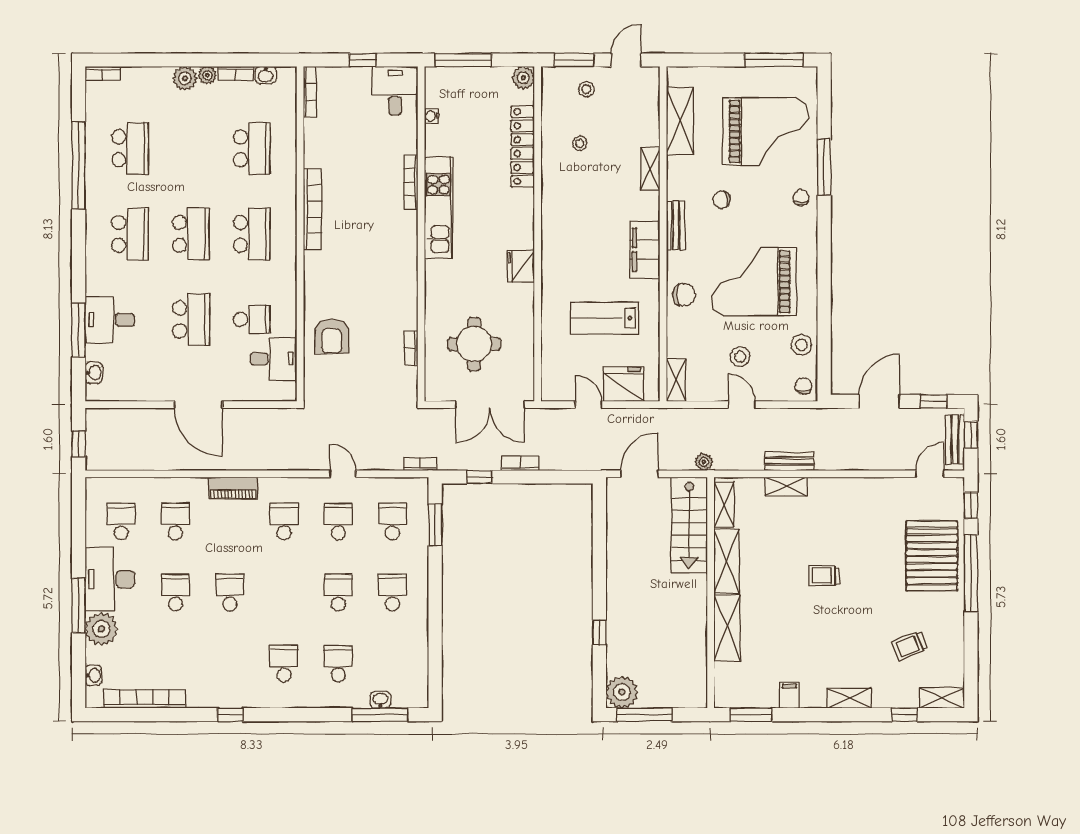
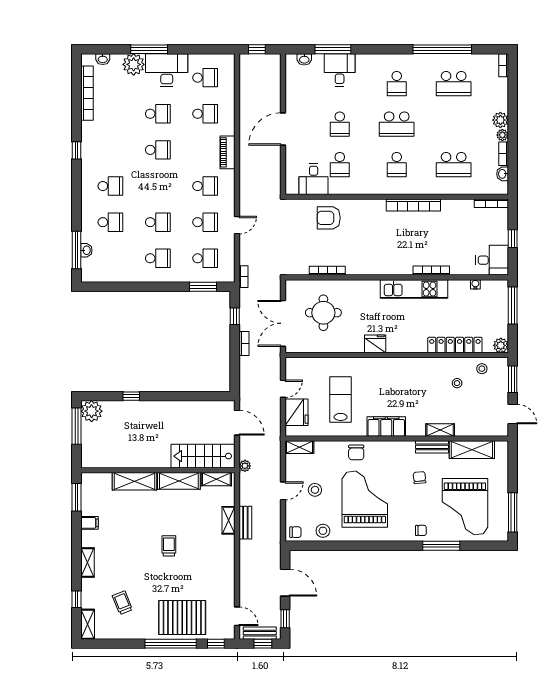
stool: (586, 89) -> (482, 369), moved
bench: (676, 226) -> (432, 447), moved
school desk: (130, 234) -> (397, 84), width x0.54
school desk: (252, 234) -> (397, 165), width x0.54
school desk: (191, 319) -> (340, 124), width x0.54
bookcase: (411, 348) -> (327, 271), width x1.56

